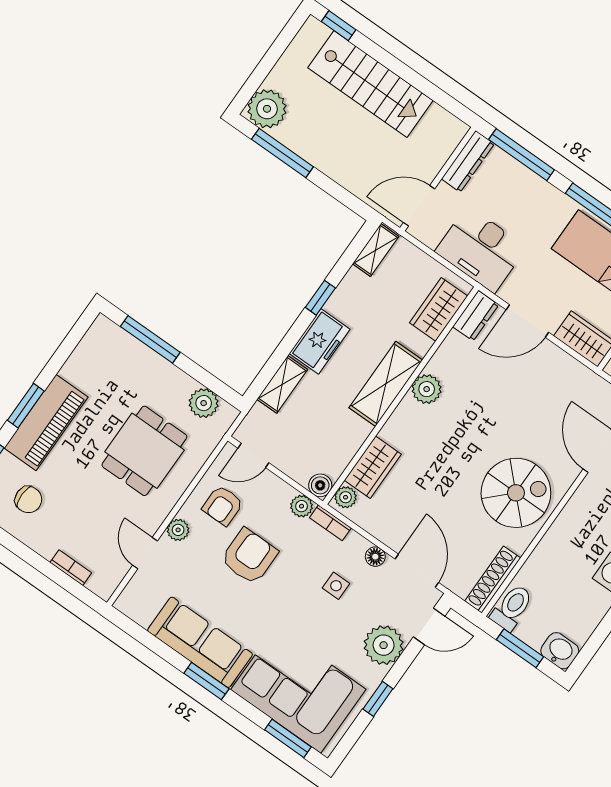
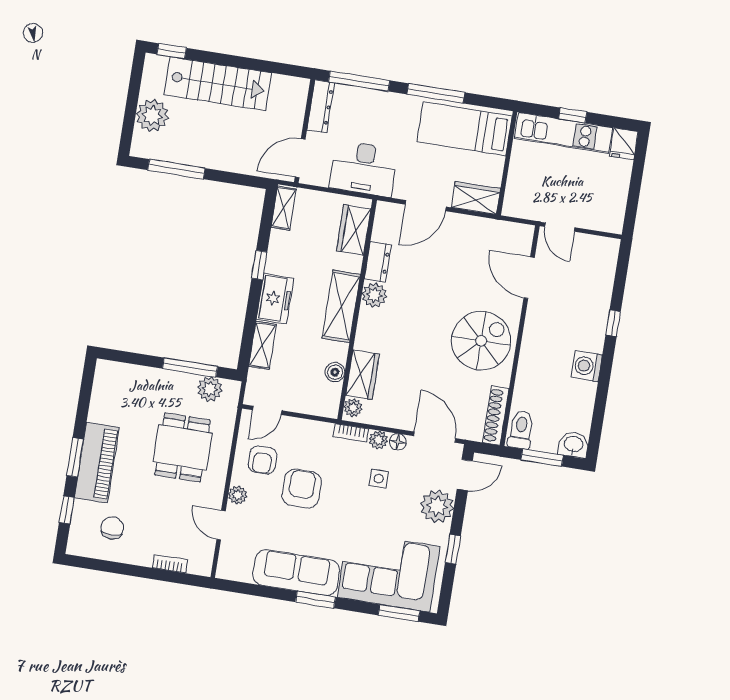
plant: (267, 109) -> (152, 116), moved
dresser: (476, 316) -> (378, 262), moved
window: (150, 339) -> (190, 367), moved
boiler: (320, 485) -> (335, 372), moved
chair: (28, 500) -> (112, 528), turned -90
plant: (302, 506) -> (378, 440), moved

